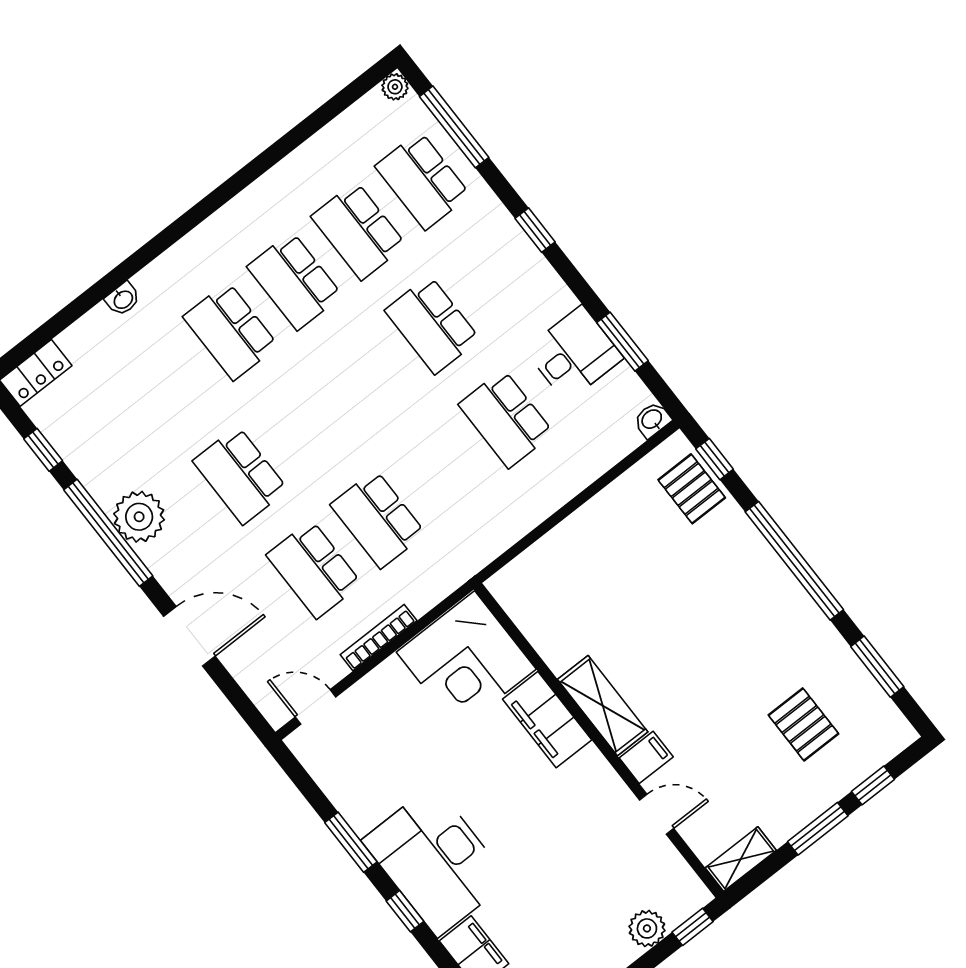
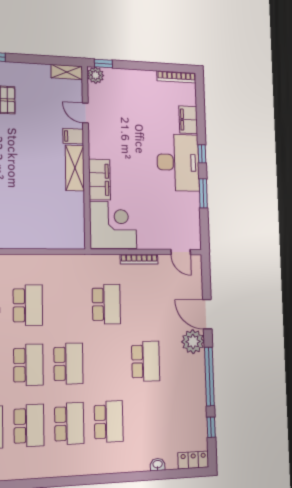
washbasin: (123, 299) -> (158, 464), moved
plant: (139, 517) -> (193, 342), moved
school desk: (314, 569) -> (68, 364), moved
window: (818, 829) -> (29, 59), removed
plant: (647, 928) -> (96, 75), moved

